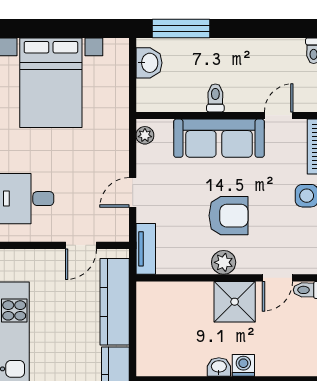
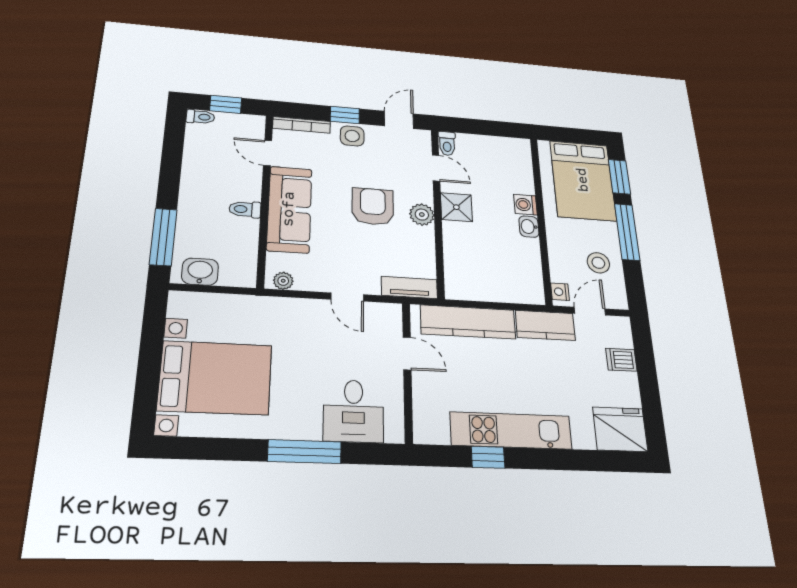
shower: (235, 302) -> (456, 207), width x0.73, depth x0.73

